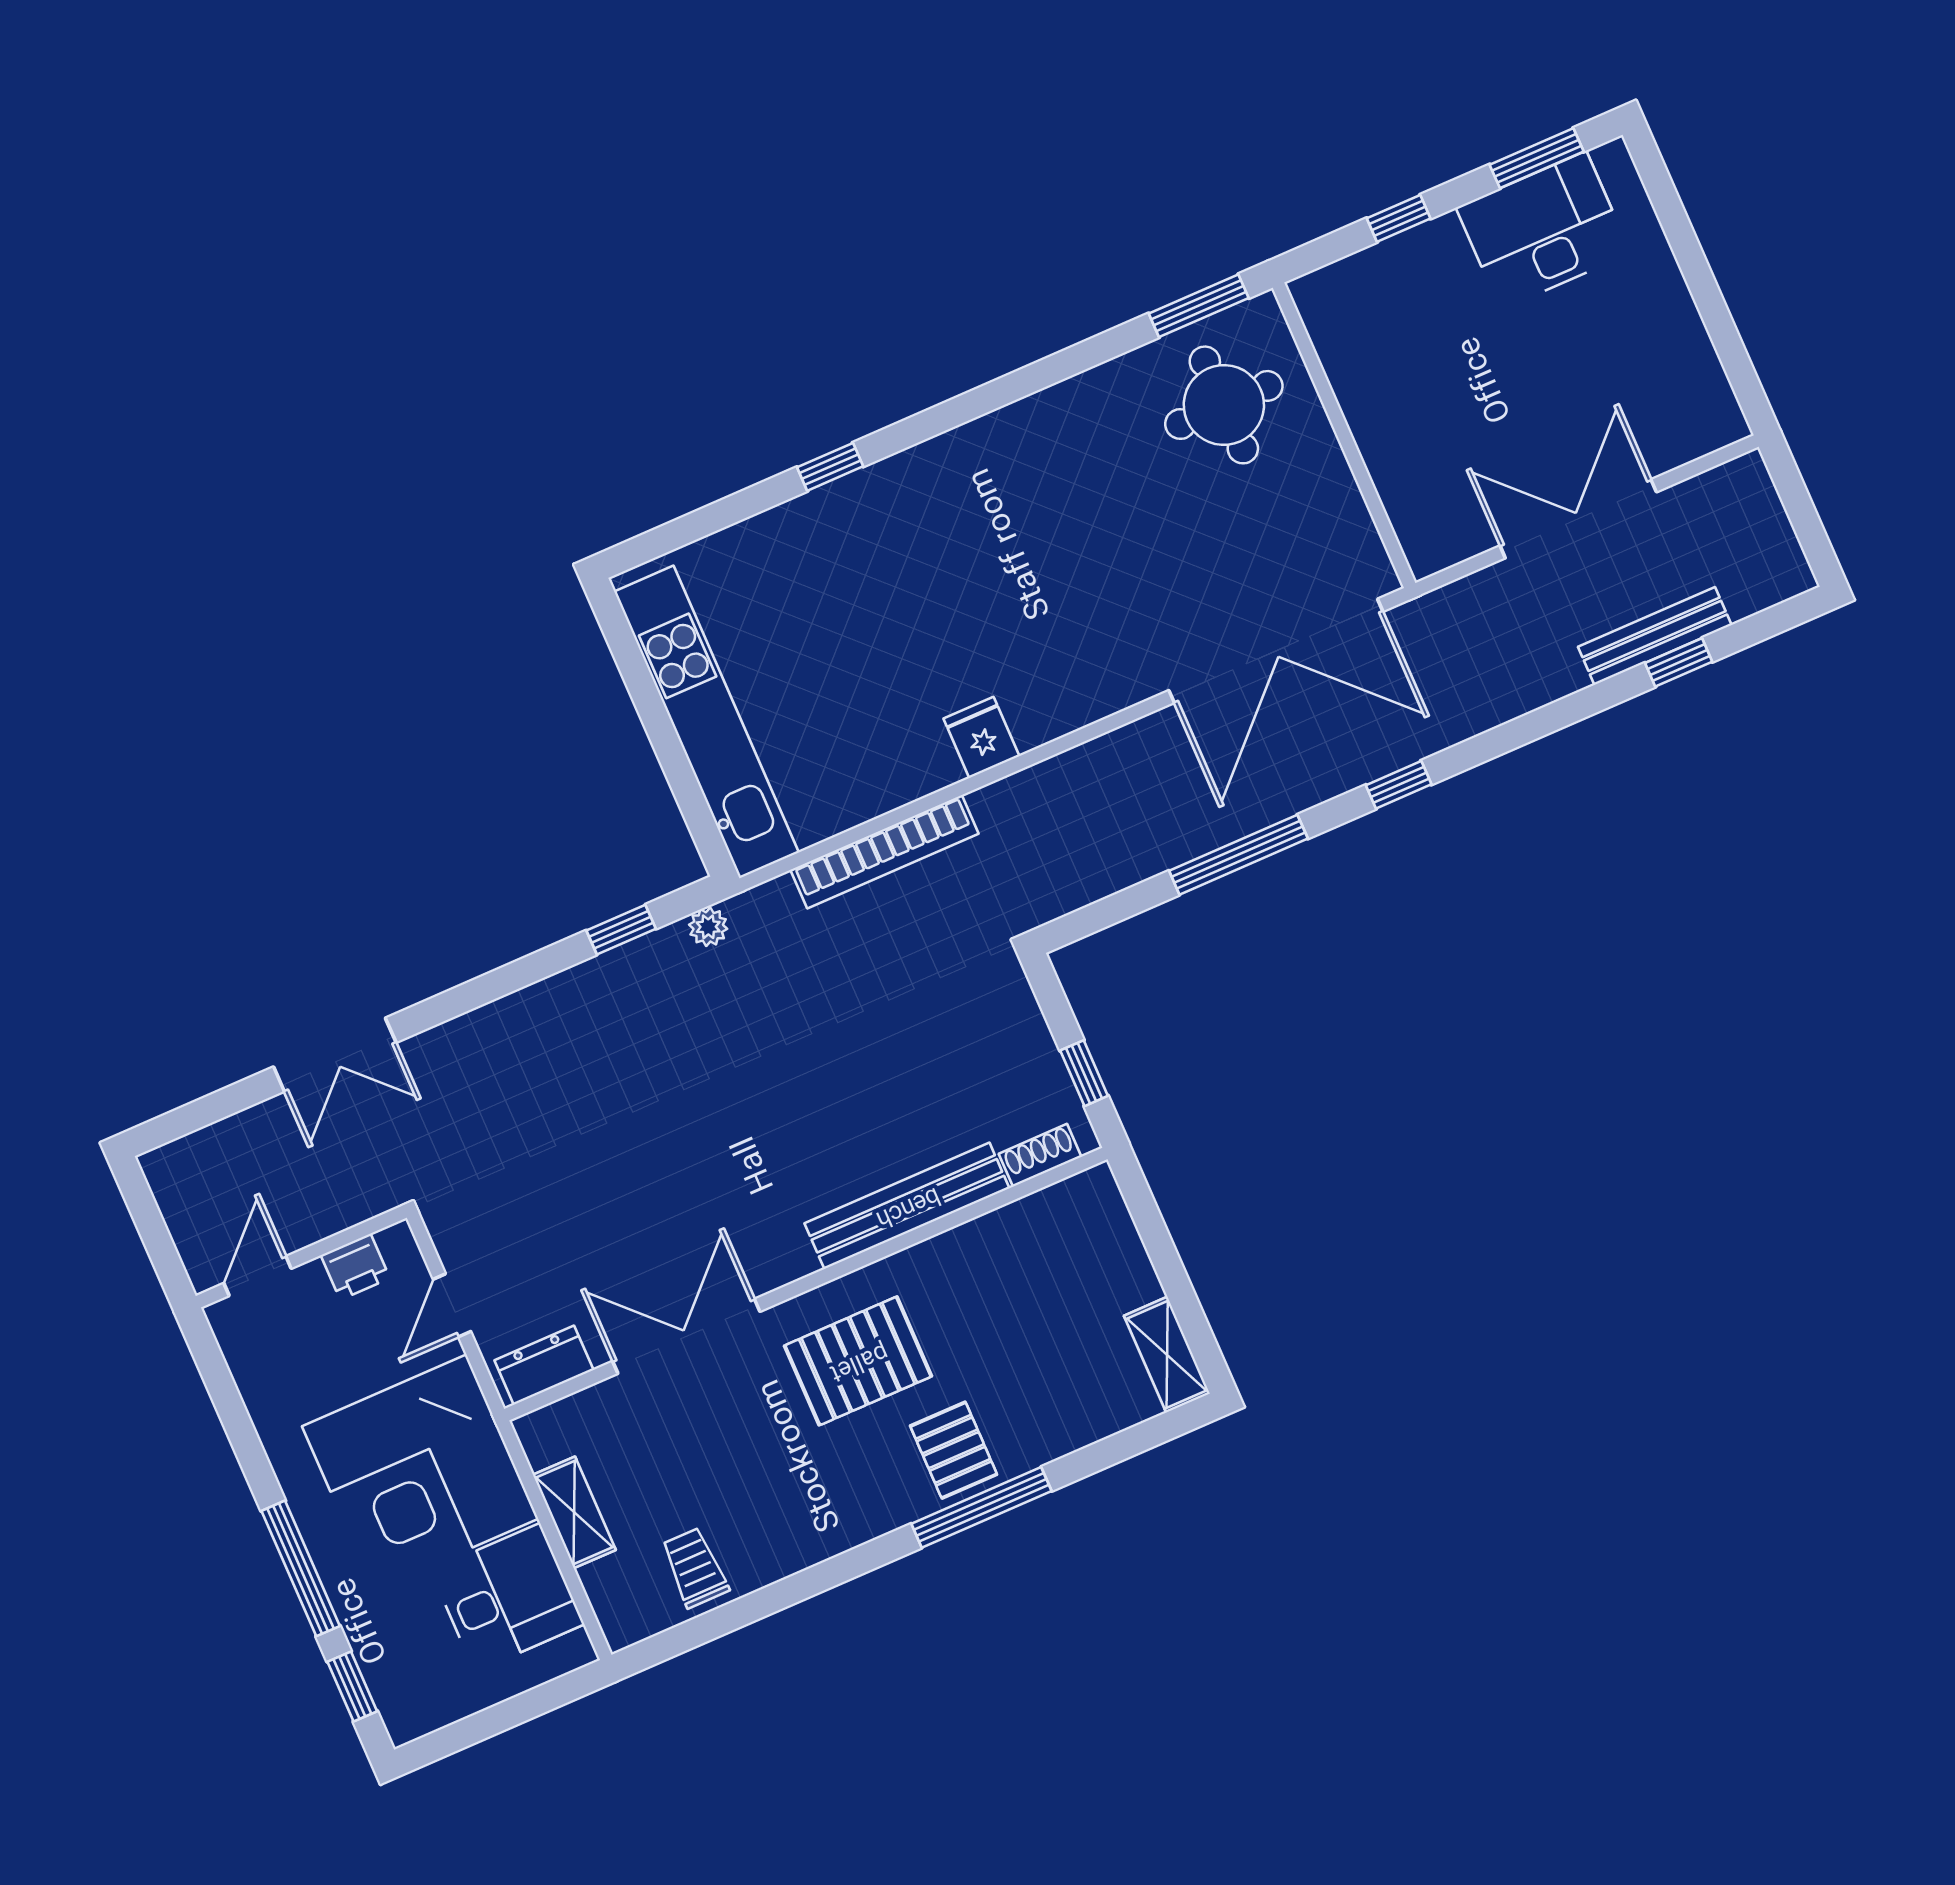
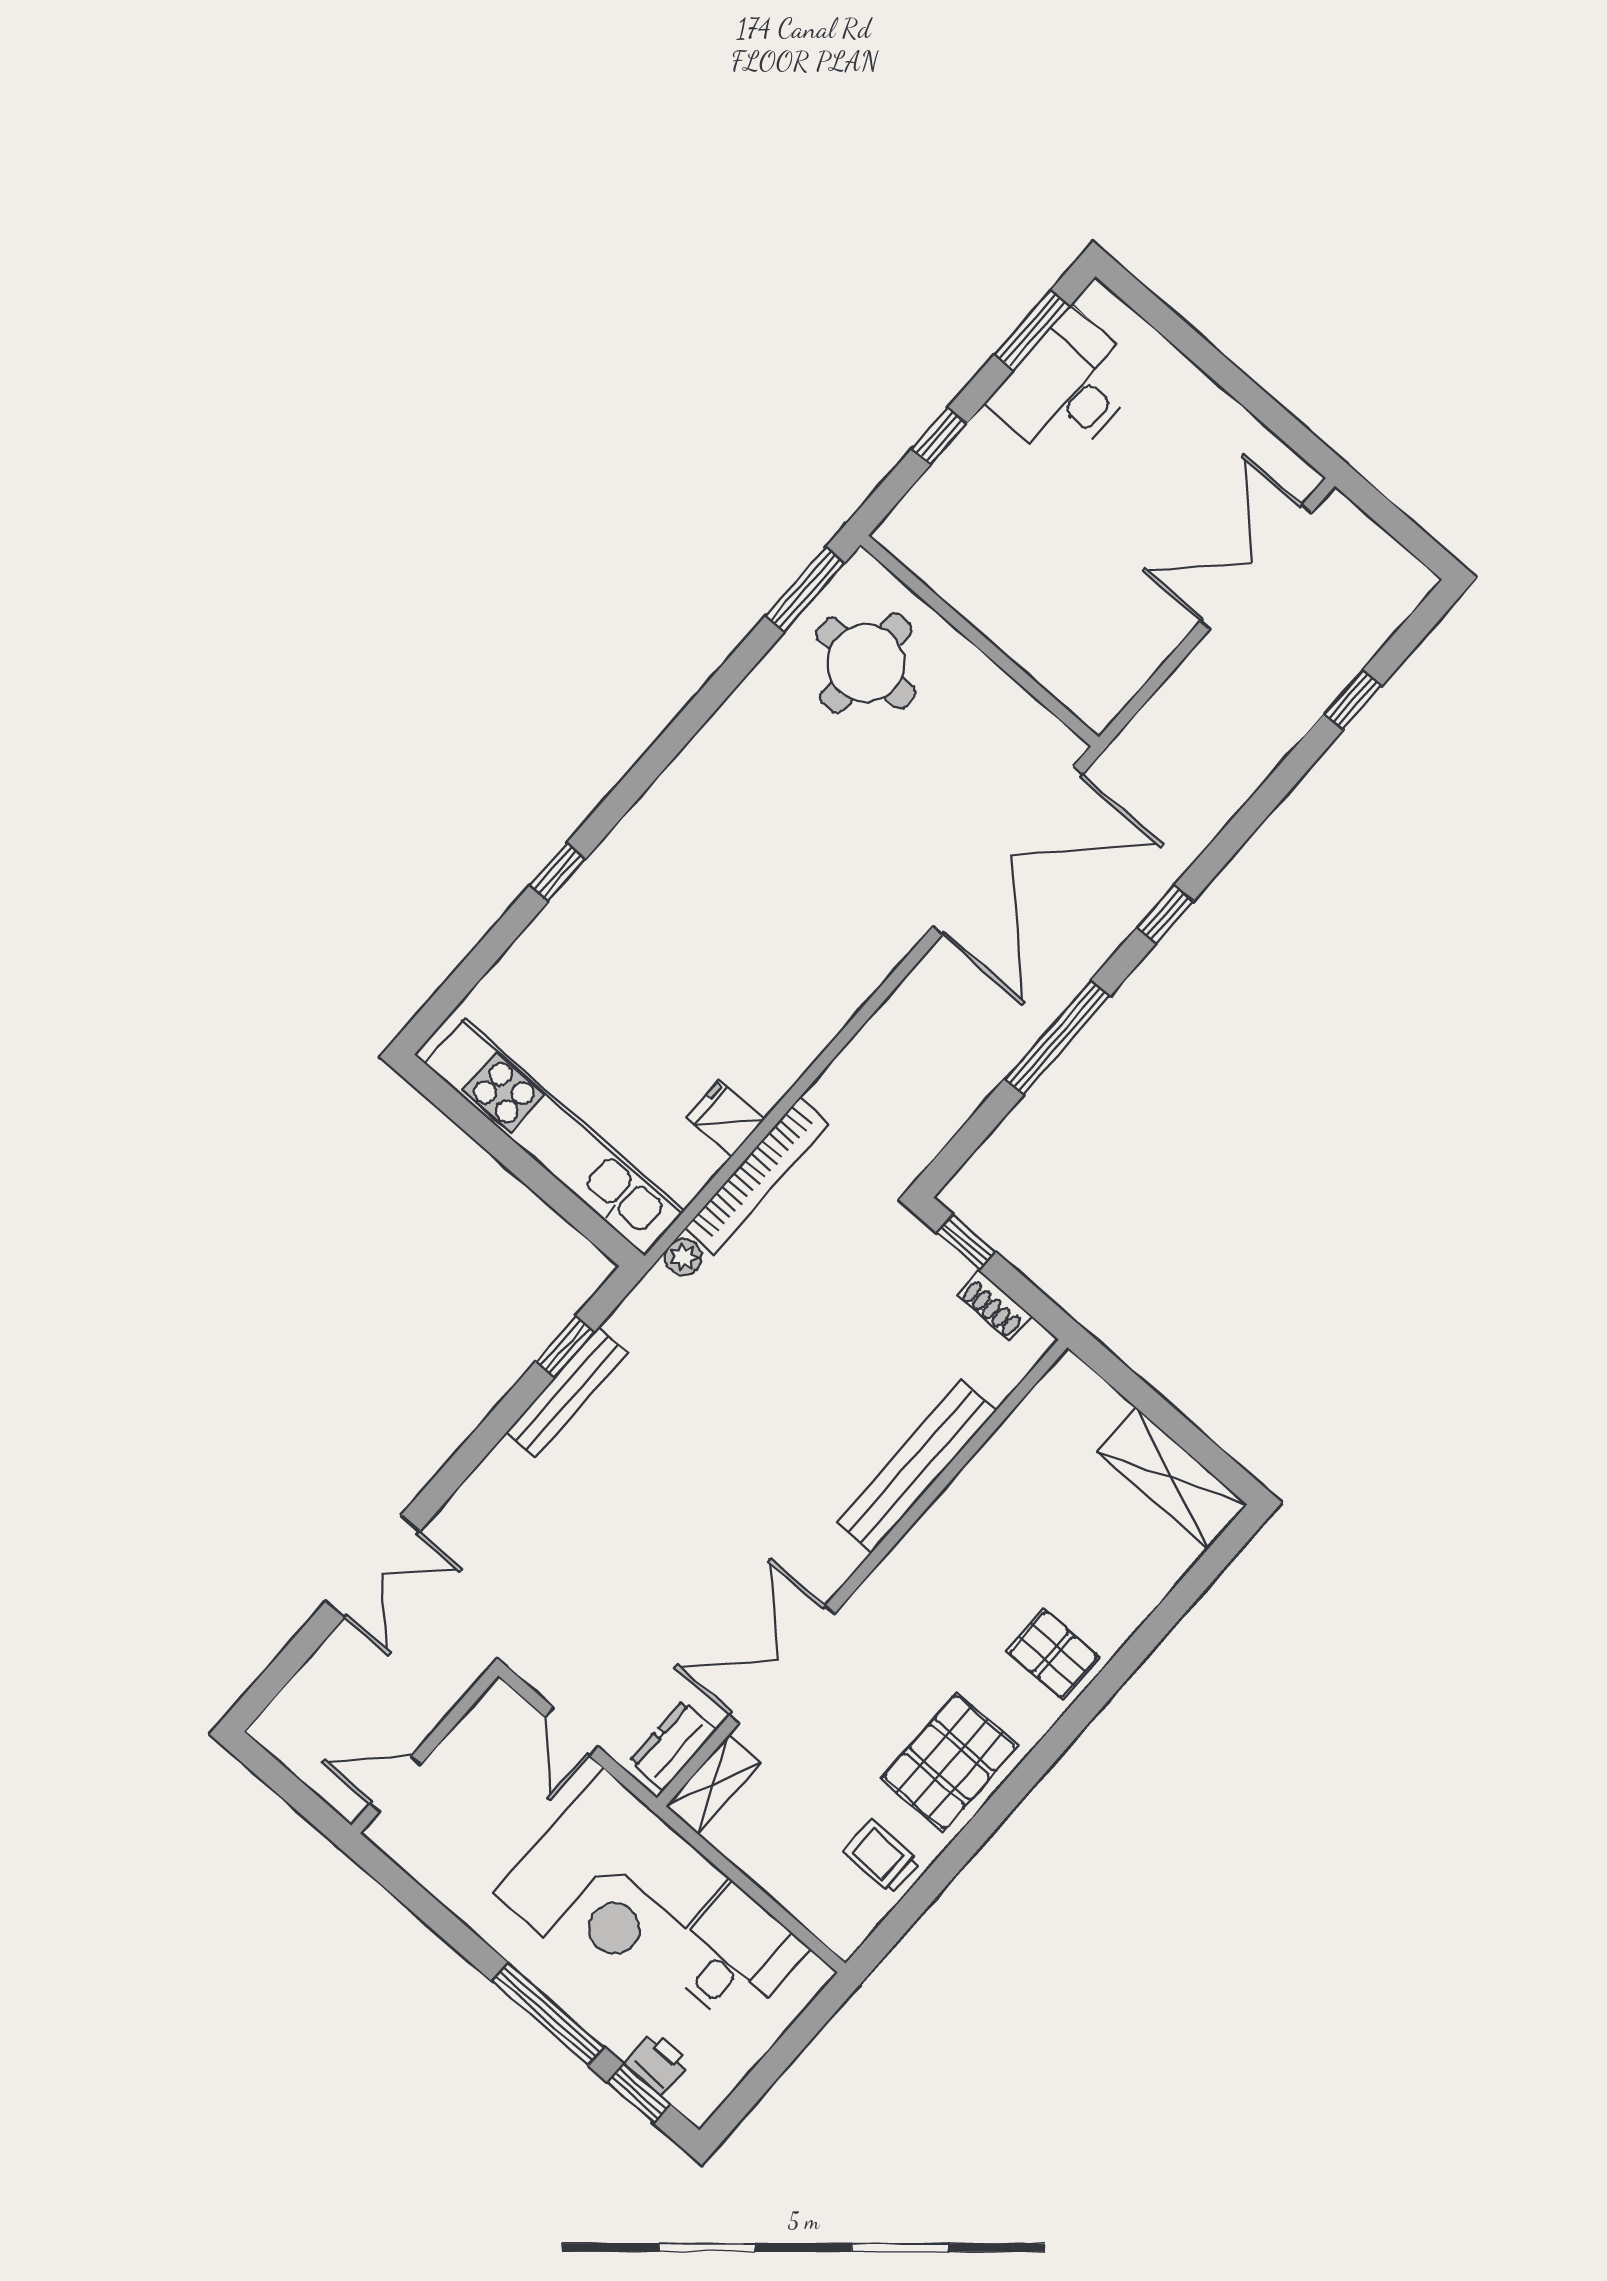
double door: (1578, 519) -> (1256, 567), moved
bench: (1655, 636) -> (567, 1392), moved
fridge: (981, 737) -> (725, 1118), moved
plant: (708, 927) -> (683, 1257), moved
window: (1084, 1073) -> (966, 1242), moved
shoe rack: (1040, 1155) -> (994, 1305), moved, turned -90
printer: (355, 1267) -> (657, 2063), moved, turned -90
door: (258, 1276) -> (395, 1784), hinge flipped
shelving: (1167, 1355) -> (1172, 1478), width x1.50, depth x1.33
pallet: (858, 1361) -> (950, 1762), moved
window: (981, 1507) -> (1100, 1692), removed
shelving: (574, 1512) -> (713, 1784), moved, turned 90

